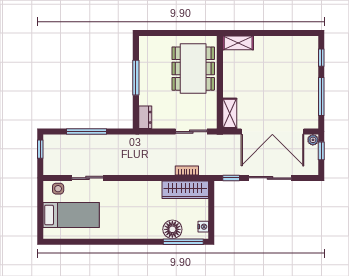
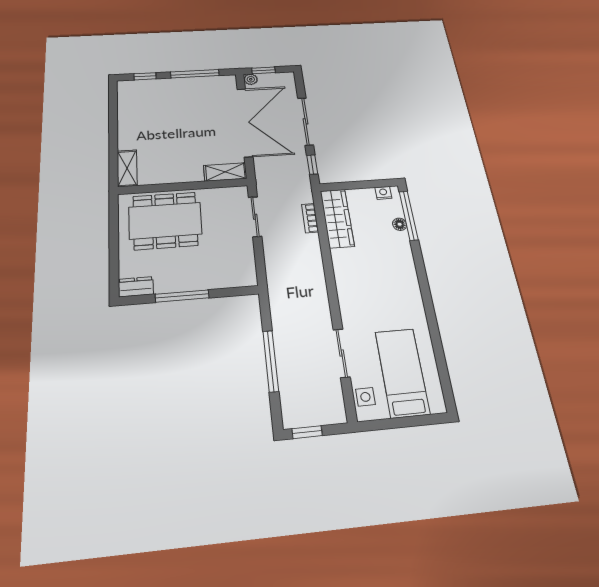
dresser: (145, 117) -> (136, 287), moved
floor lamp: (172, 229) -> (400, 224), width x0.53, depth x0.53

